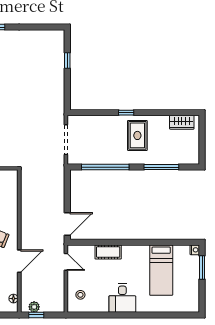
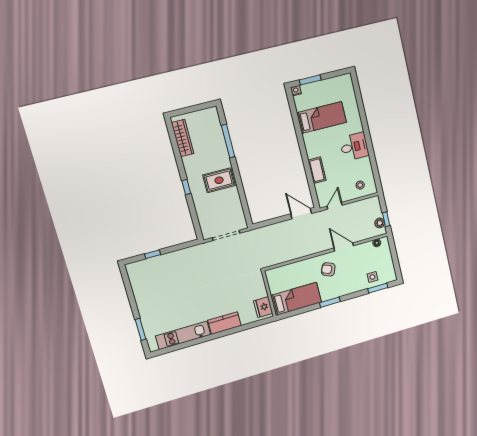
wardrobe: (182, 122) -> (183, 138), width x1.50
rug: (137, 135) -> (219, 180), moved
window: (105, 167) -> (242, 193), removed

